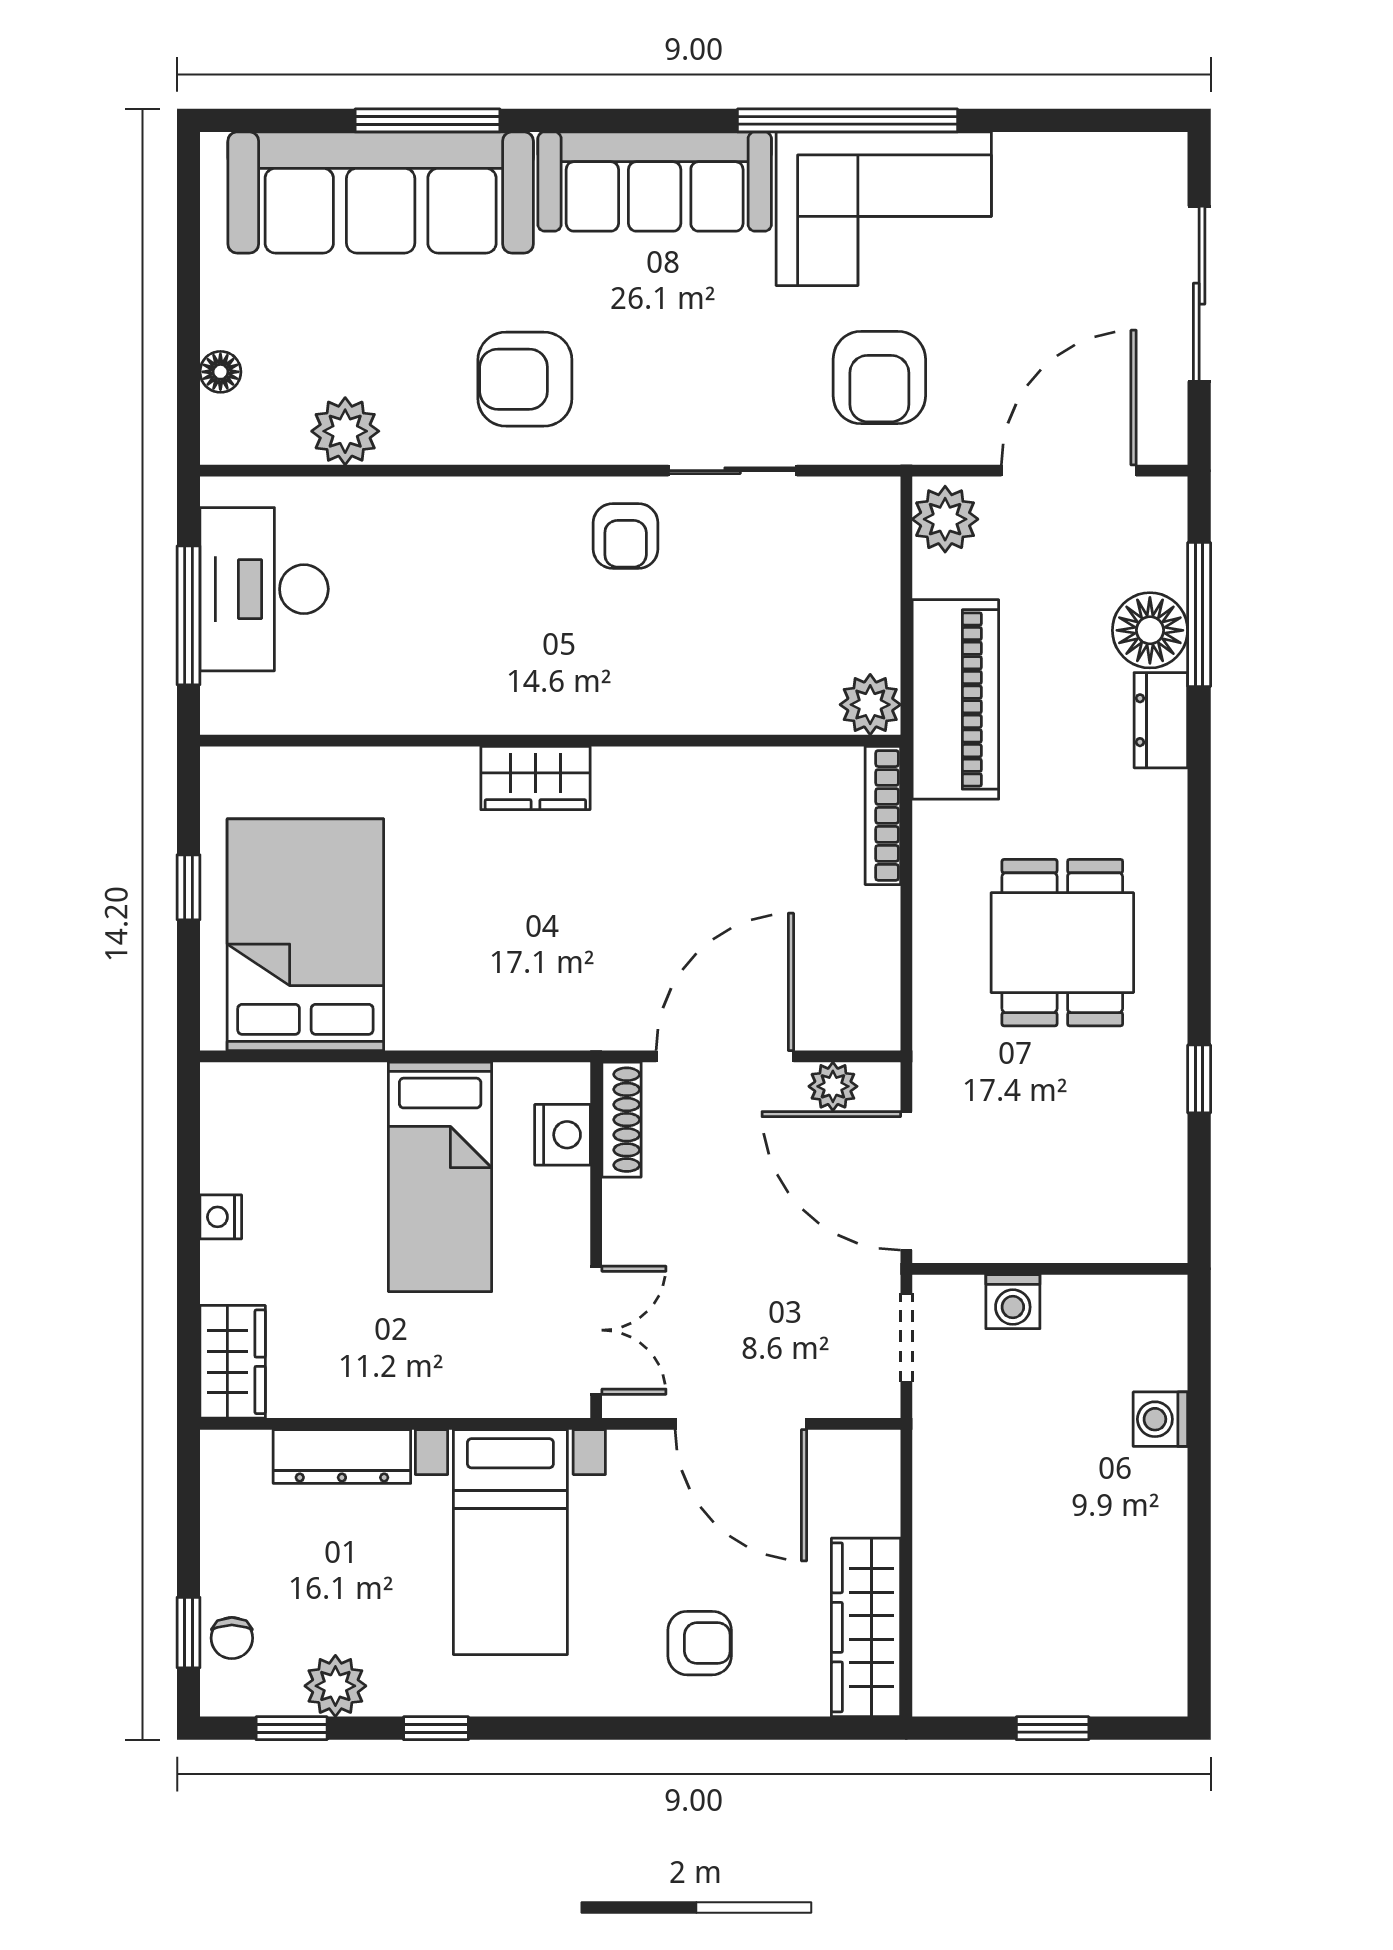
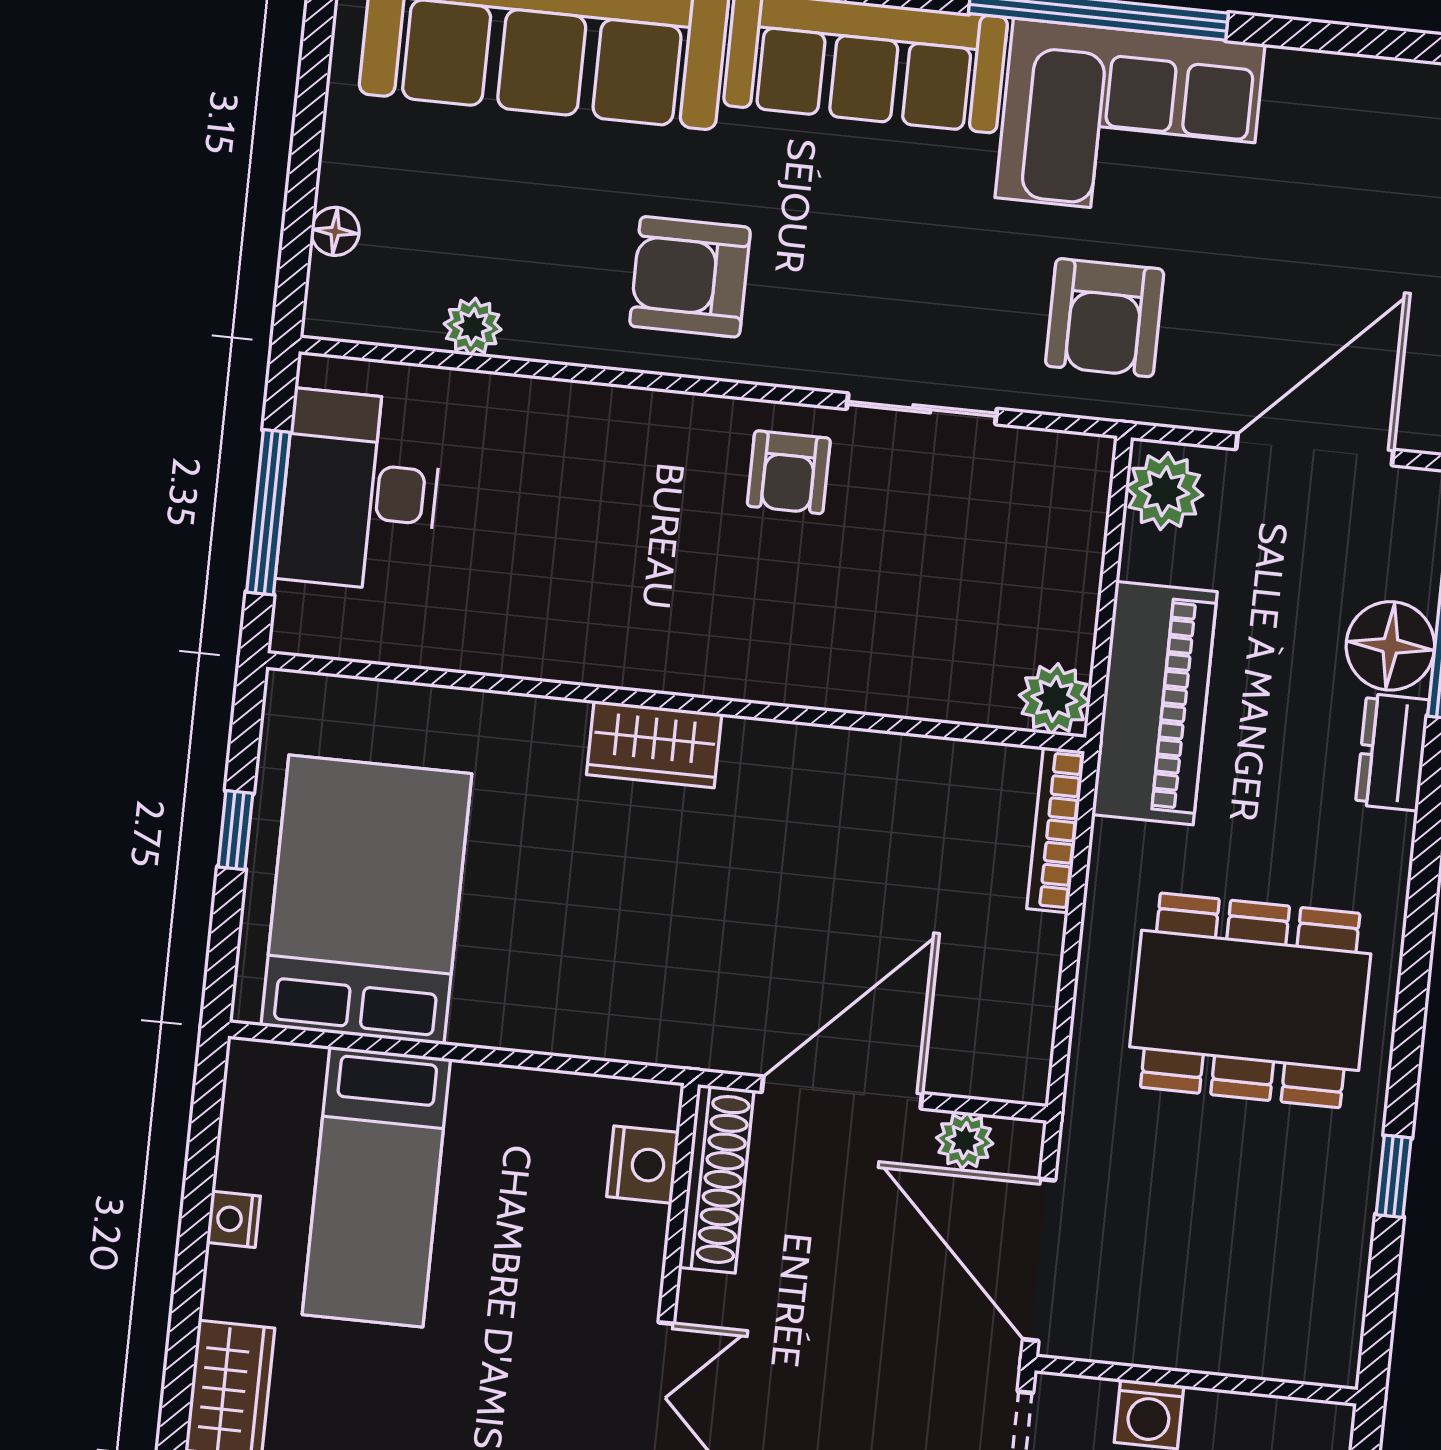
plant: (345, 431) -> (473, 327), width x0.73, depth x0.73
dining table: (1062, 943) -> (1250, 1000), width x1.38
shoe rack: (622, 1120) -> (716, 1179), width x1.36, depth x1.24
bed: (440, 1177) -> (376, 1187), moved

